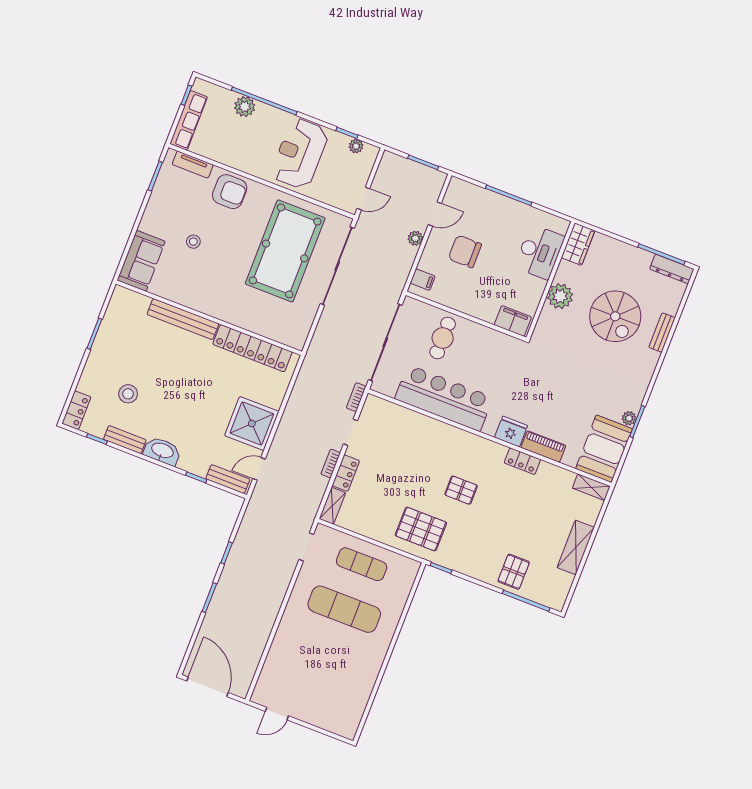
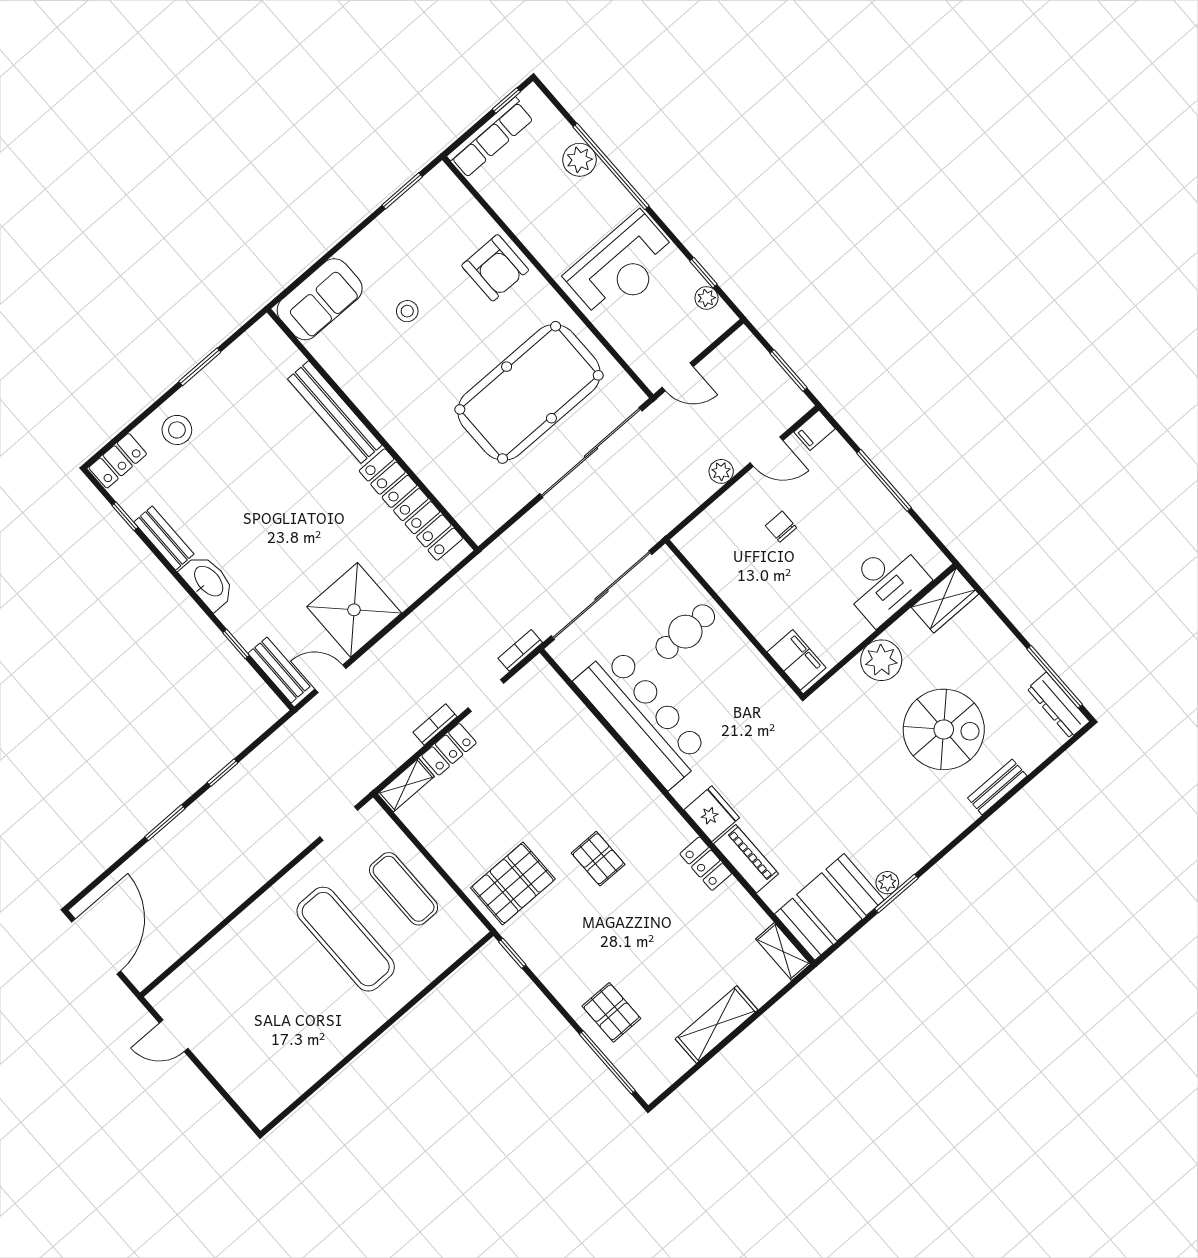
reception desk: (300, 154) -> (622, 267), turned 180
tv unit: (193, 165) -> (463, 202), removed
chair: (465, 251) -> (781, 527), width x0.54, depth x0.54
filing cabinet: (423, 280) -> (815, 430), moved, turned 90
spiral stairs: (615, 316) -> (944, 729), turned -90
stool: (128, 394) -> (177, 430), moved
pallet: (421, 529) -> (513, 883), turned 90
pallet: (514, 572) -> (611, 1012), turned 90

